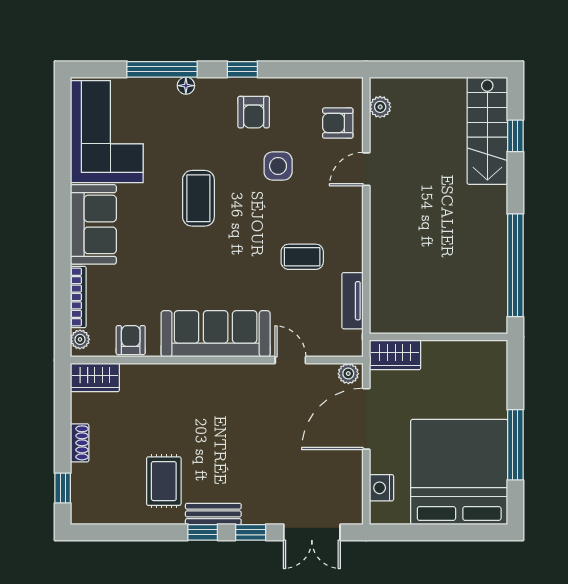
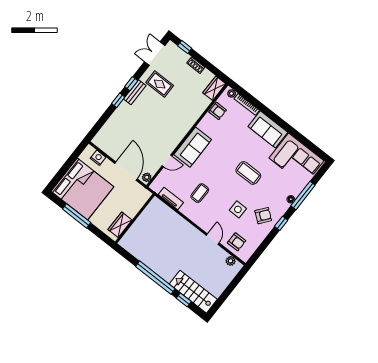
armchair: (254, 112) -> (263, 216), turned 128
armchair: (338, 123) -> (237, 242), turned 90
window: (515, 265) -> (155, 278), moved
sofa: (216, 334) -> (193, 147), width x0.73
wardrobe: (395, 355) -> (120, 225), moved
double door: (312, 532) -> (155, 54), moved

